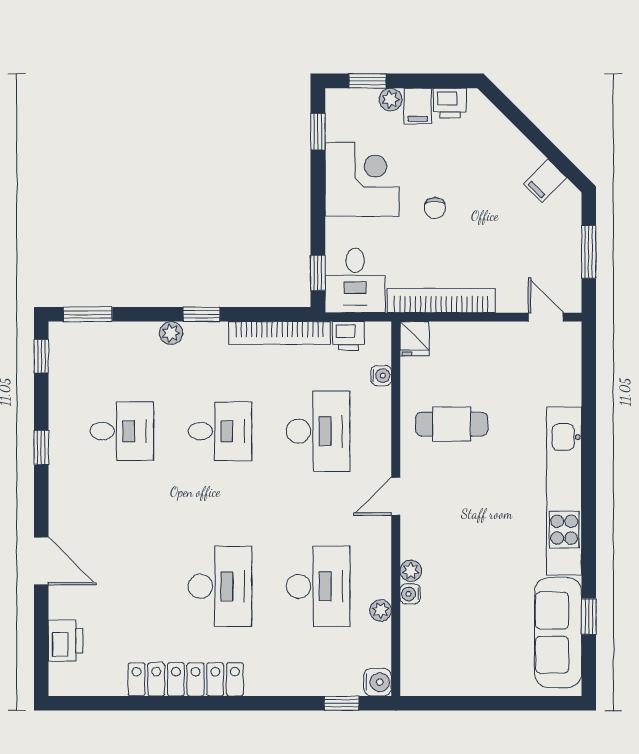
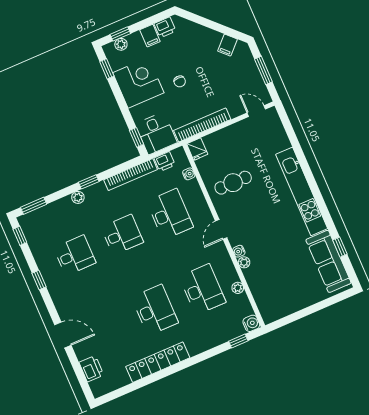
plant: (391, 100) -> (121, 44), moved
water cooler: (410, 594) -> (239, 251), moved

